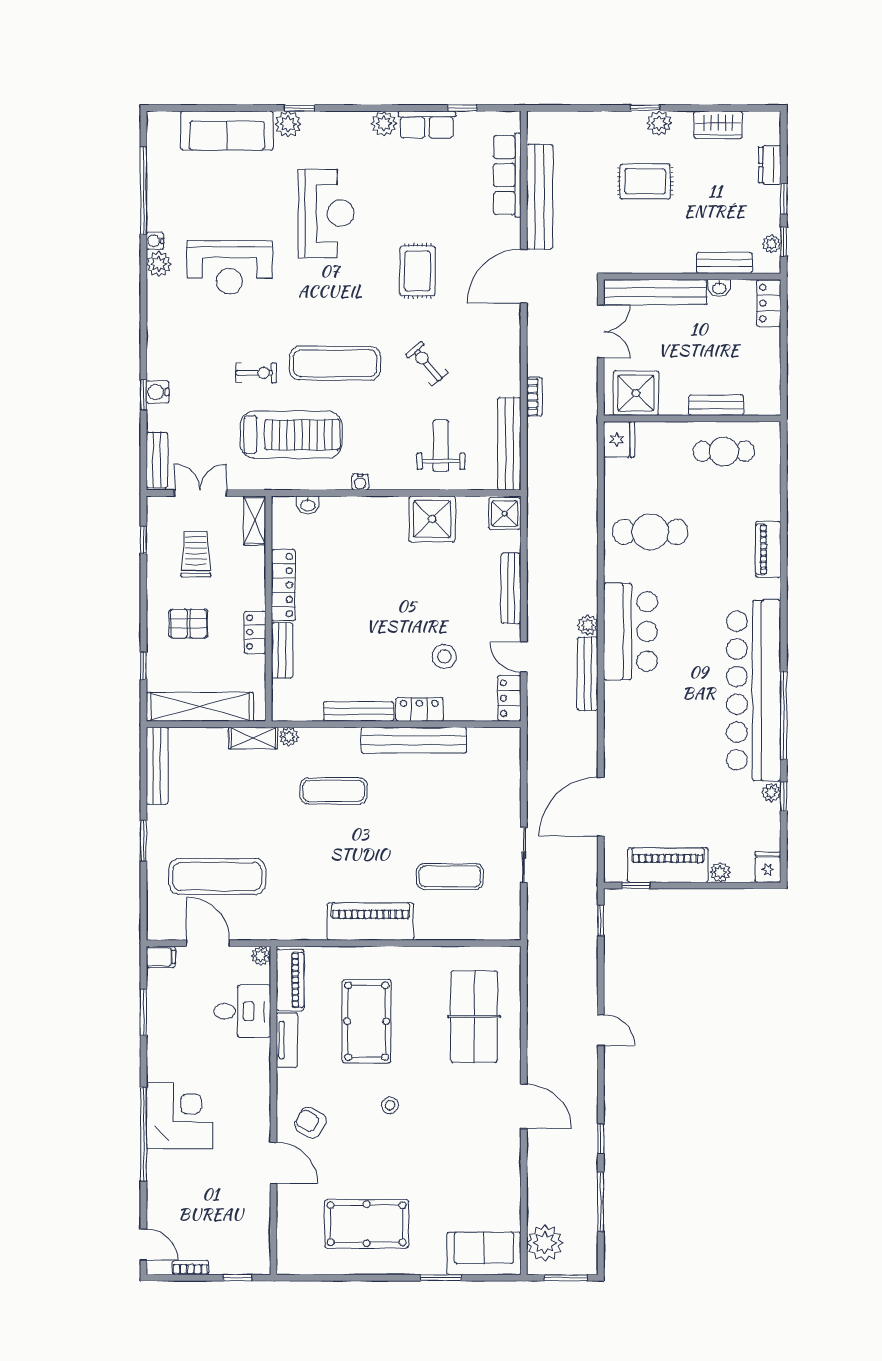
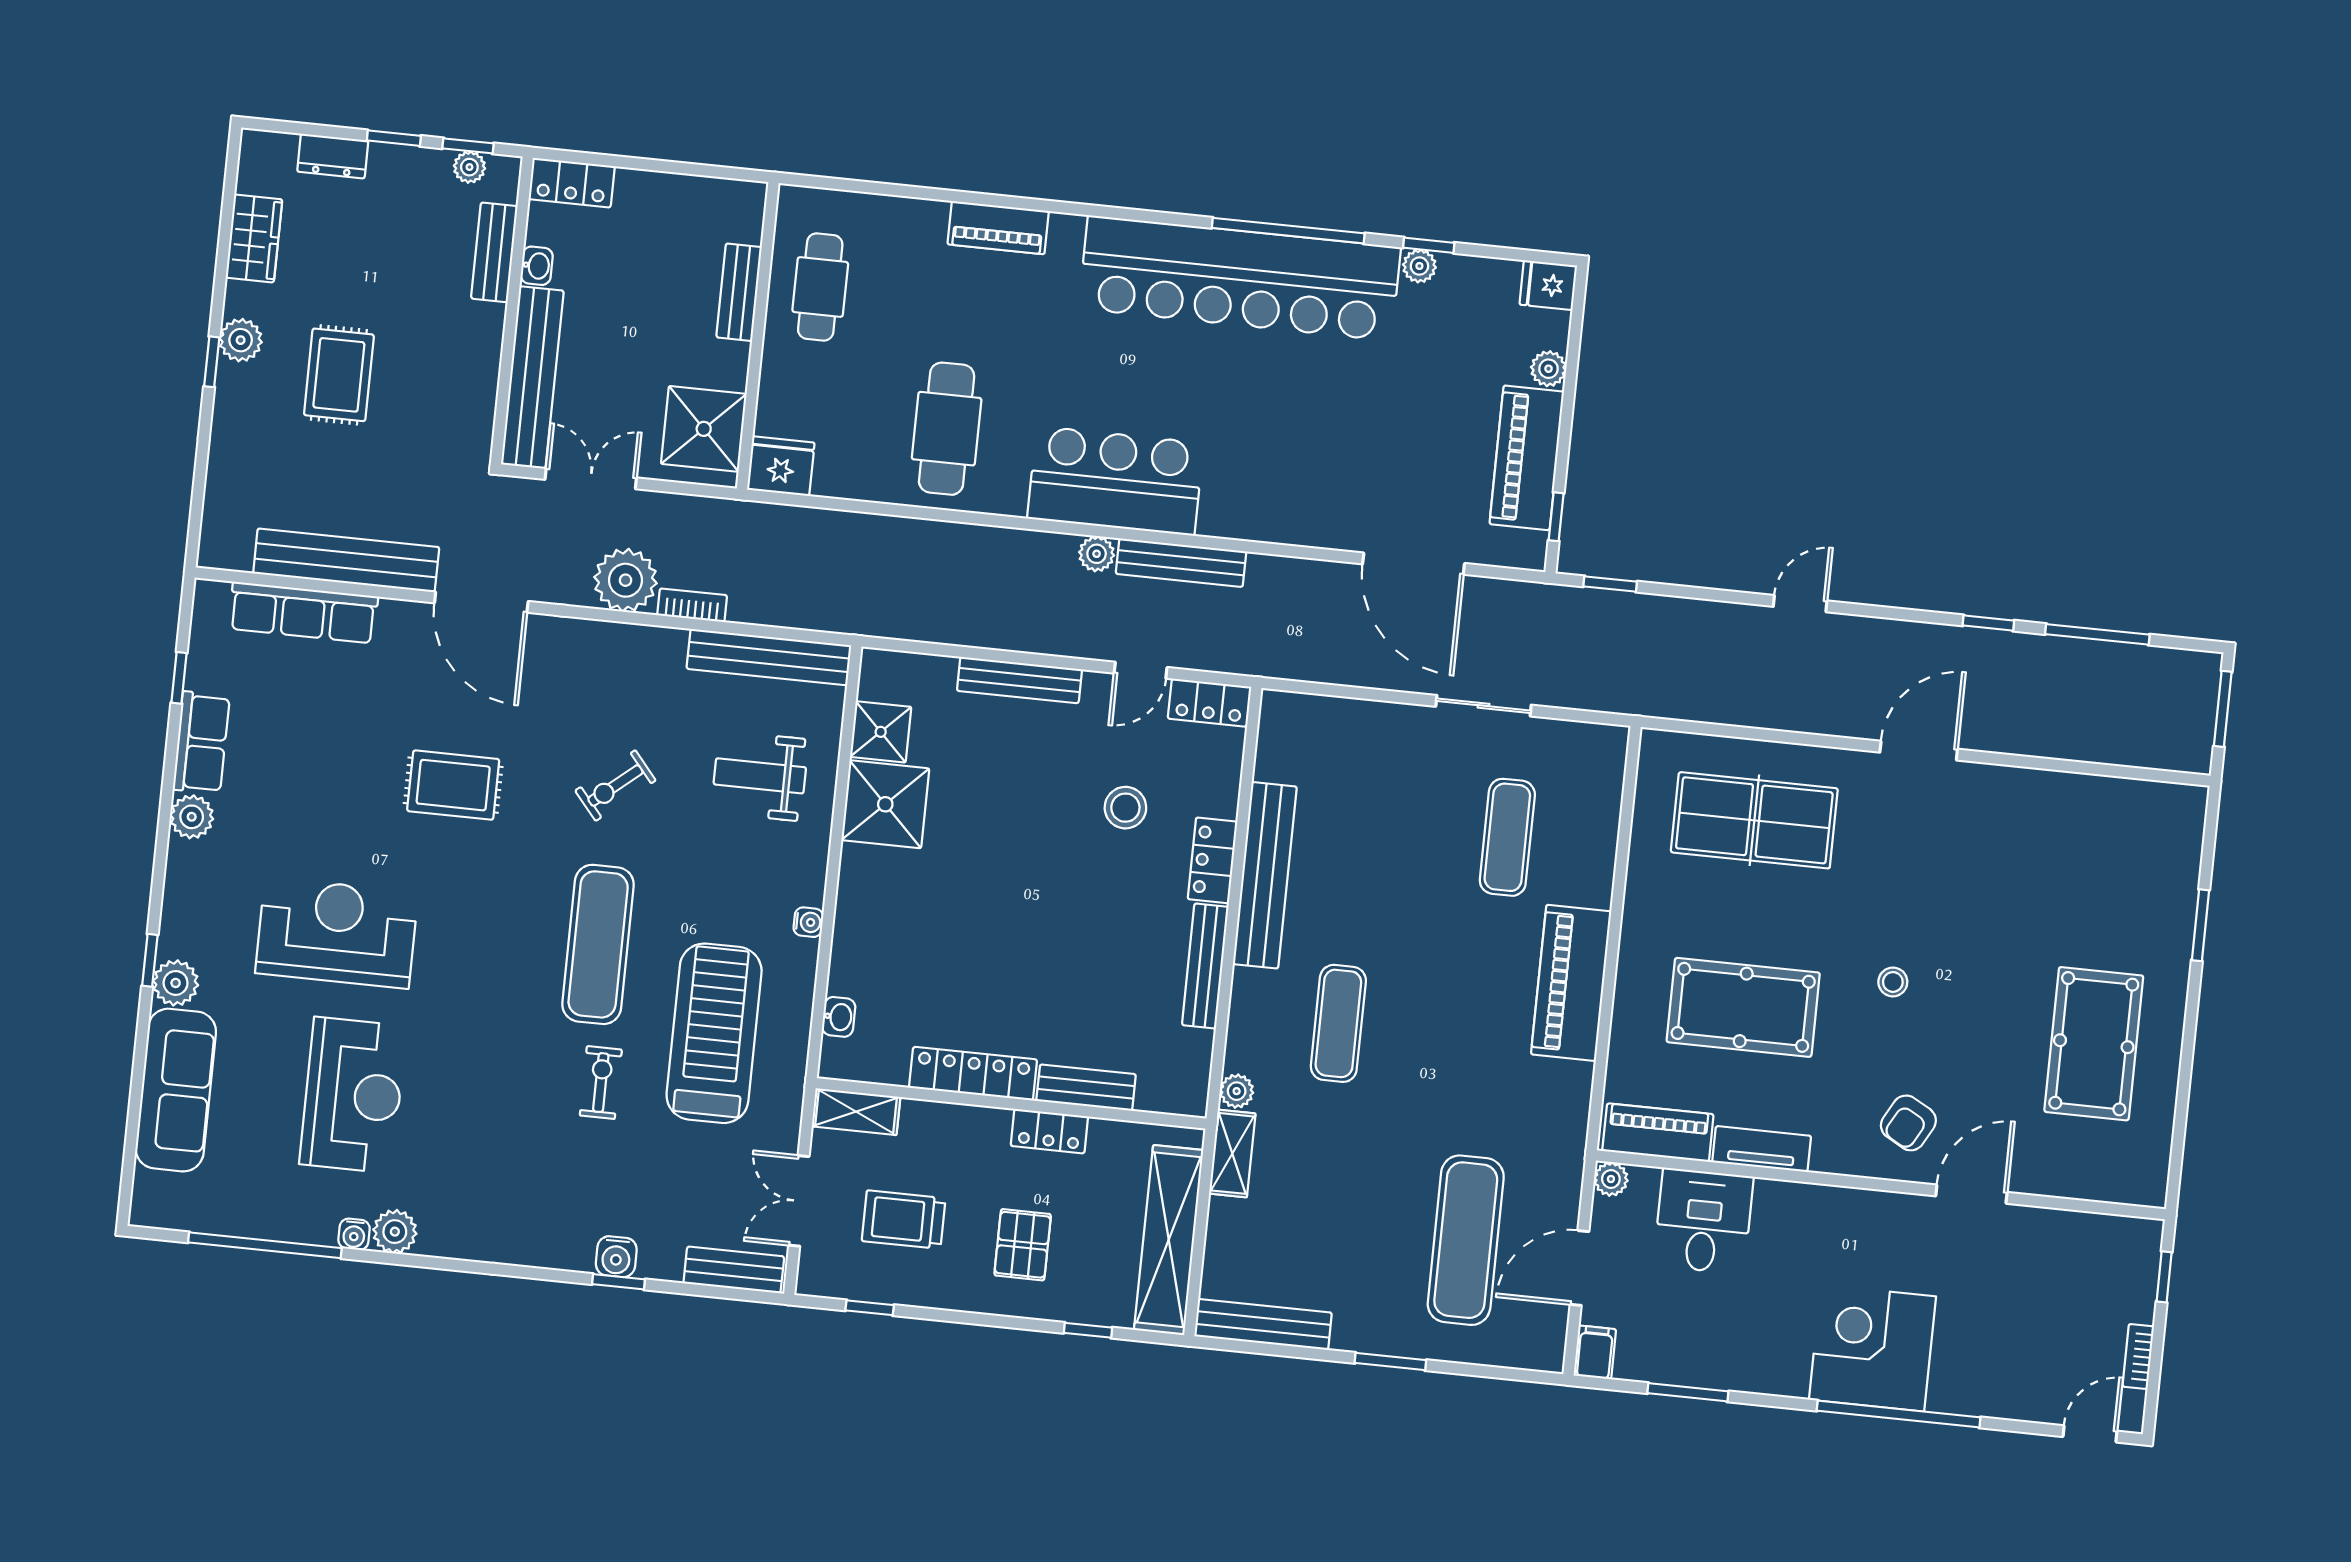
reception desk: (229, 267) -> (353, 1095), moved
shower: (505, 514) -> (881, 732), moved
plant: (545, 1243) -> (626, 580), moved
sofa: (484, 1253) -> (2166, 846), removed

